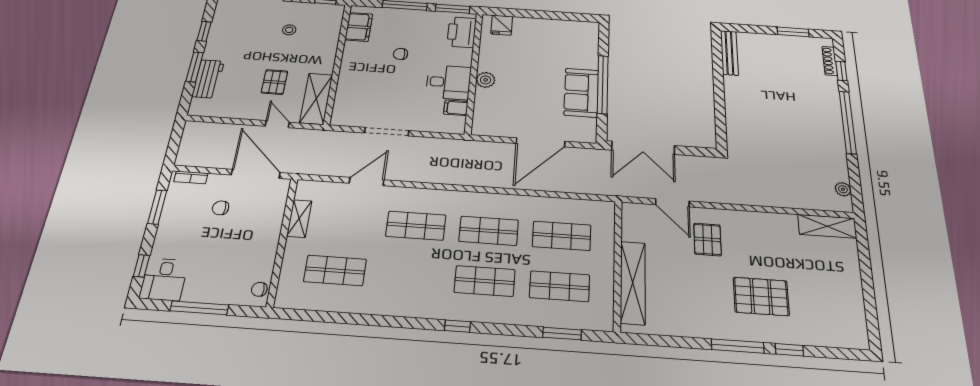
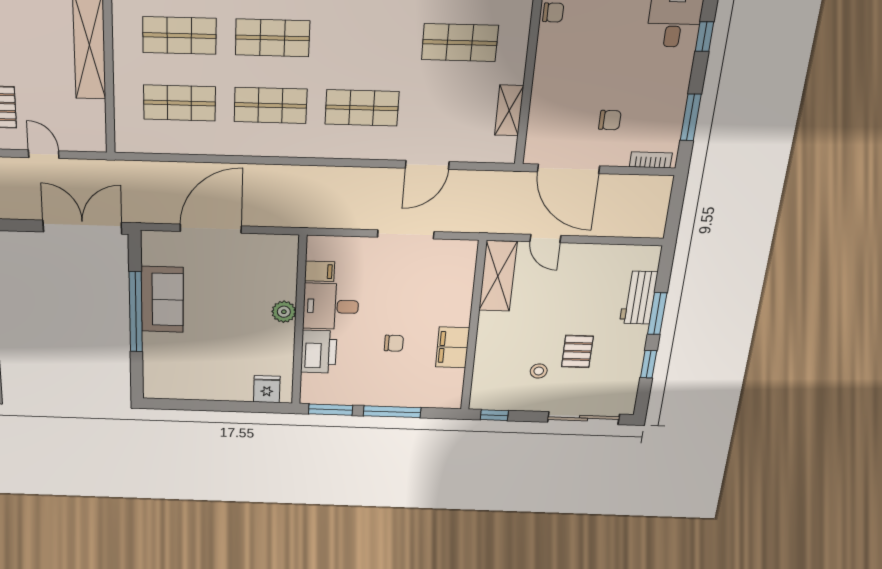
filing cabinet: (359, 27) -> (453, 347), moved
printer: (462, 32) -> (319, 352), moved
pallet: (274, 82) -> (577, 351), moved
door: (672, 203) -> (44, 154), width x0.73

